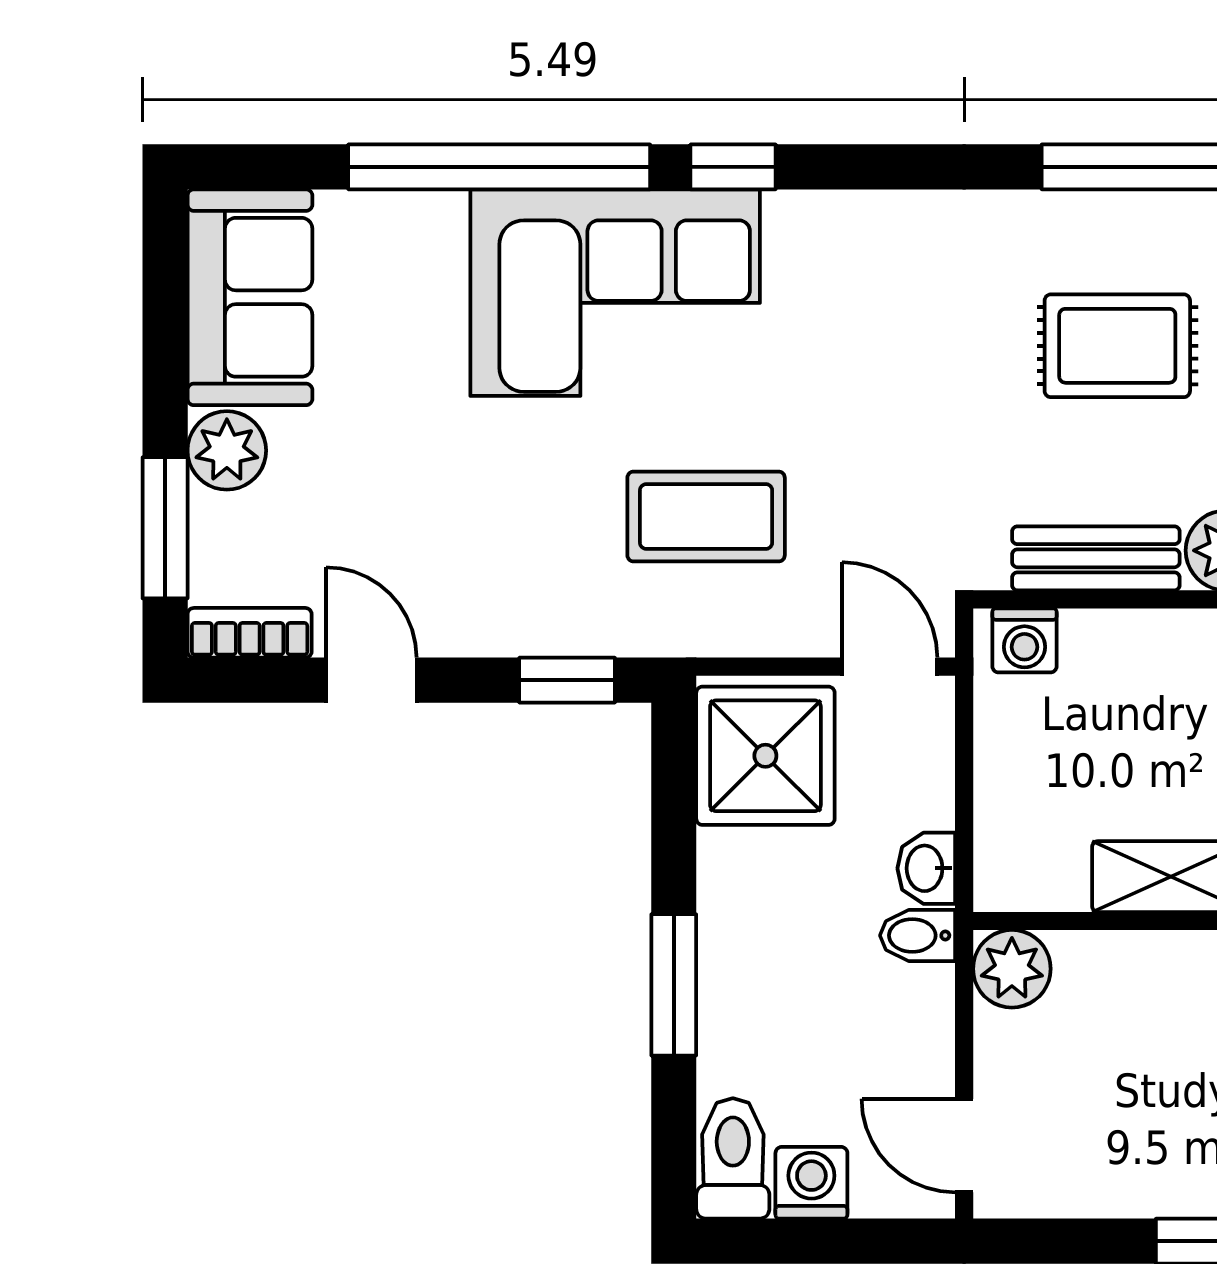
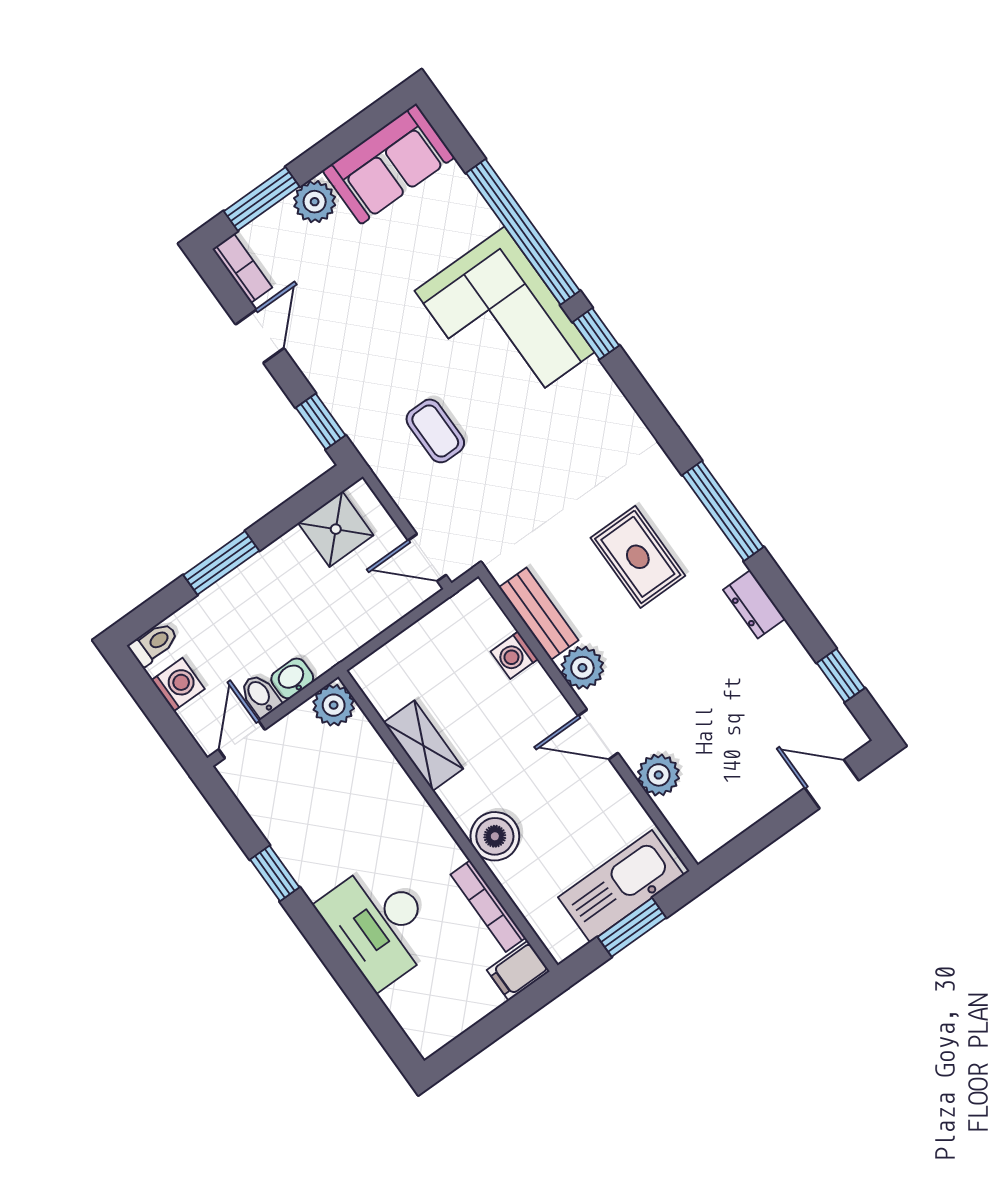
coffee table: (706, 516) -> (435, 431), width x0.73, depth x0.77
washing machine: (1024, 640) -> (514, 655), moved
door: (890, 667) -> (427, 558), swing flipped
shower: (765, 756) -> (336, 529), width x0.73, depth x0.73
washbasin: (926, 868) -> (292, 678), moved
bidet: (918, 935) -> (260, 696), moved
toilet: (733, 1158) -> (154, 644), width x0.73, depth x0.72

